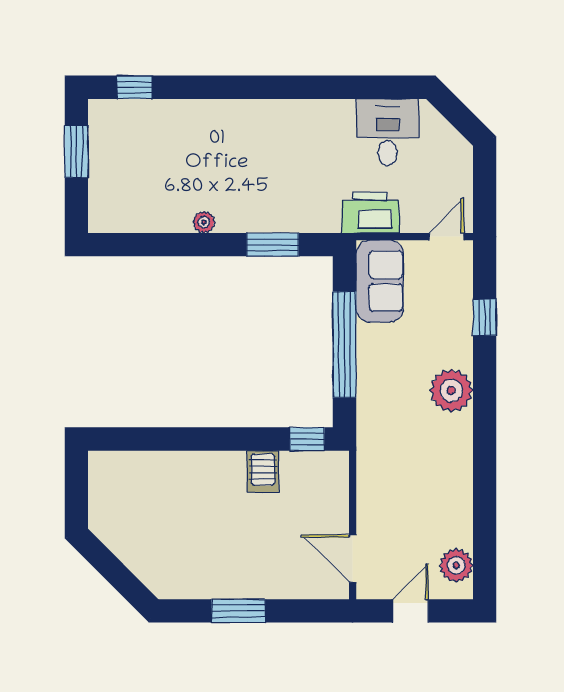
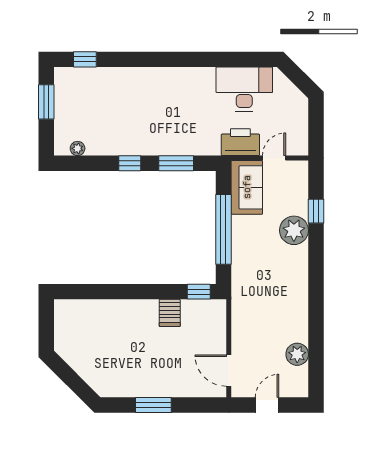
desk: (388, 132) -> (244, 89), width x1.37
plant: (204, 222) -> (78, 148), moved
door: (446, 237) -> (274, 158), moved
window: (203, 245) -> (130, 163), added
plant: (451, 391) -> (294, 230), moved
plant: (456, 565) -> (297, 354), moved

